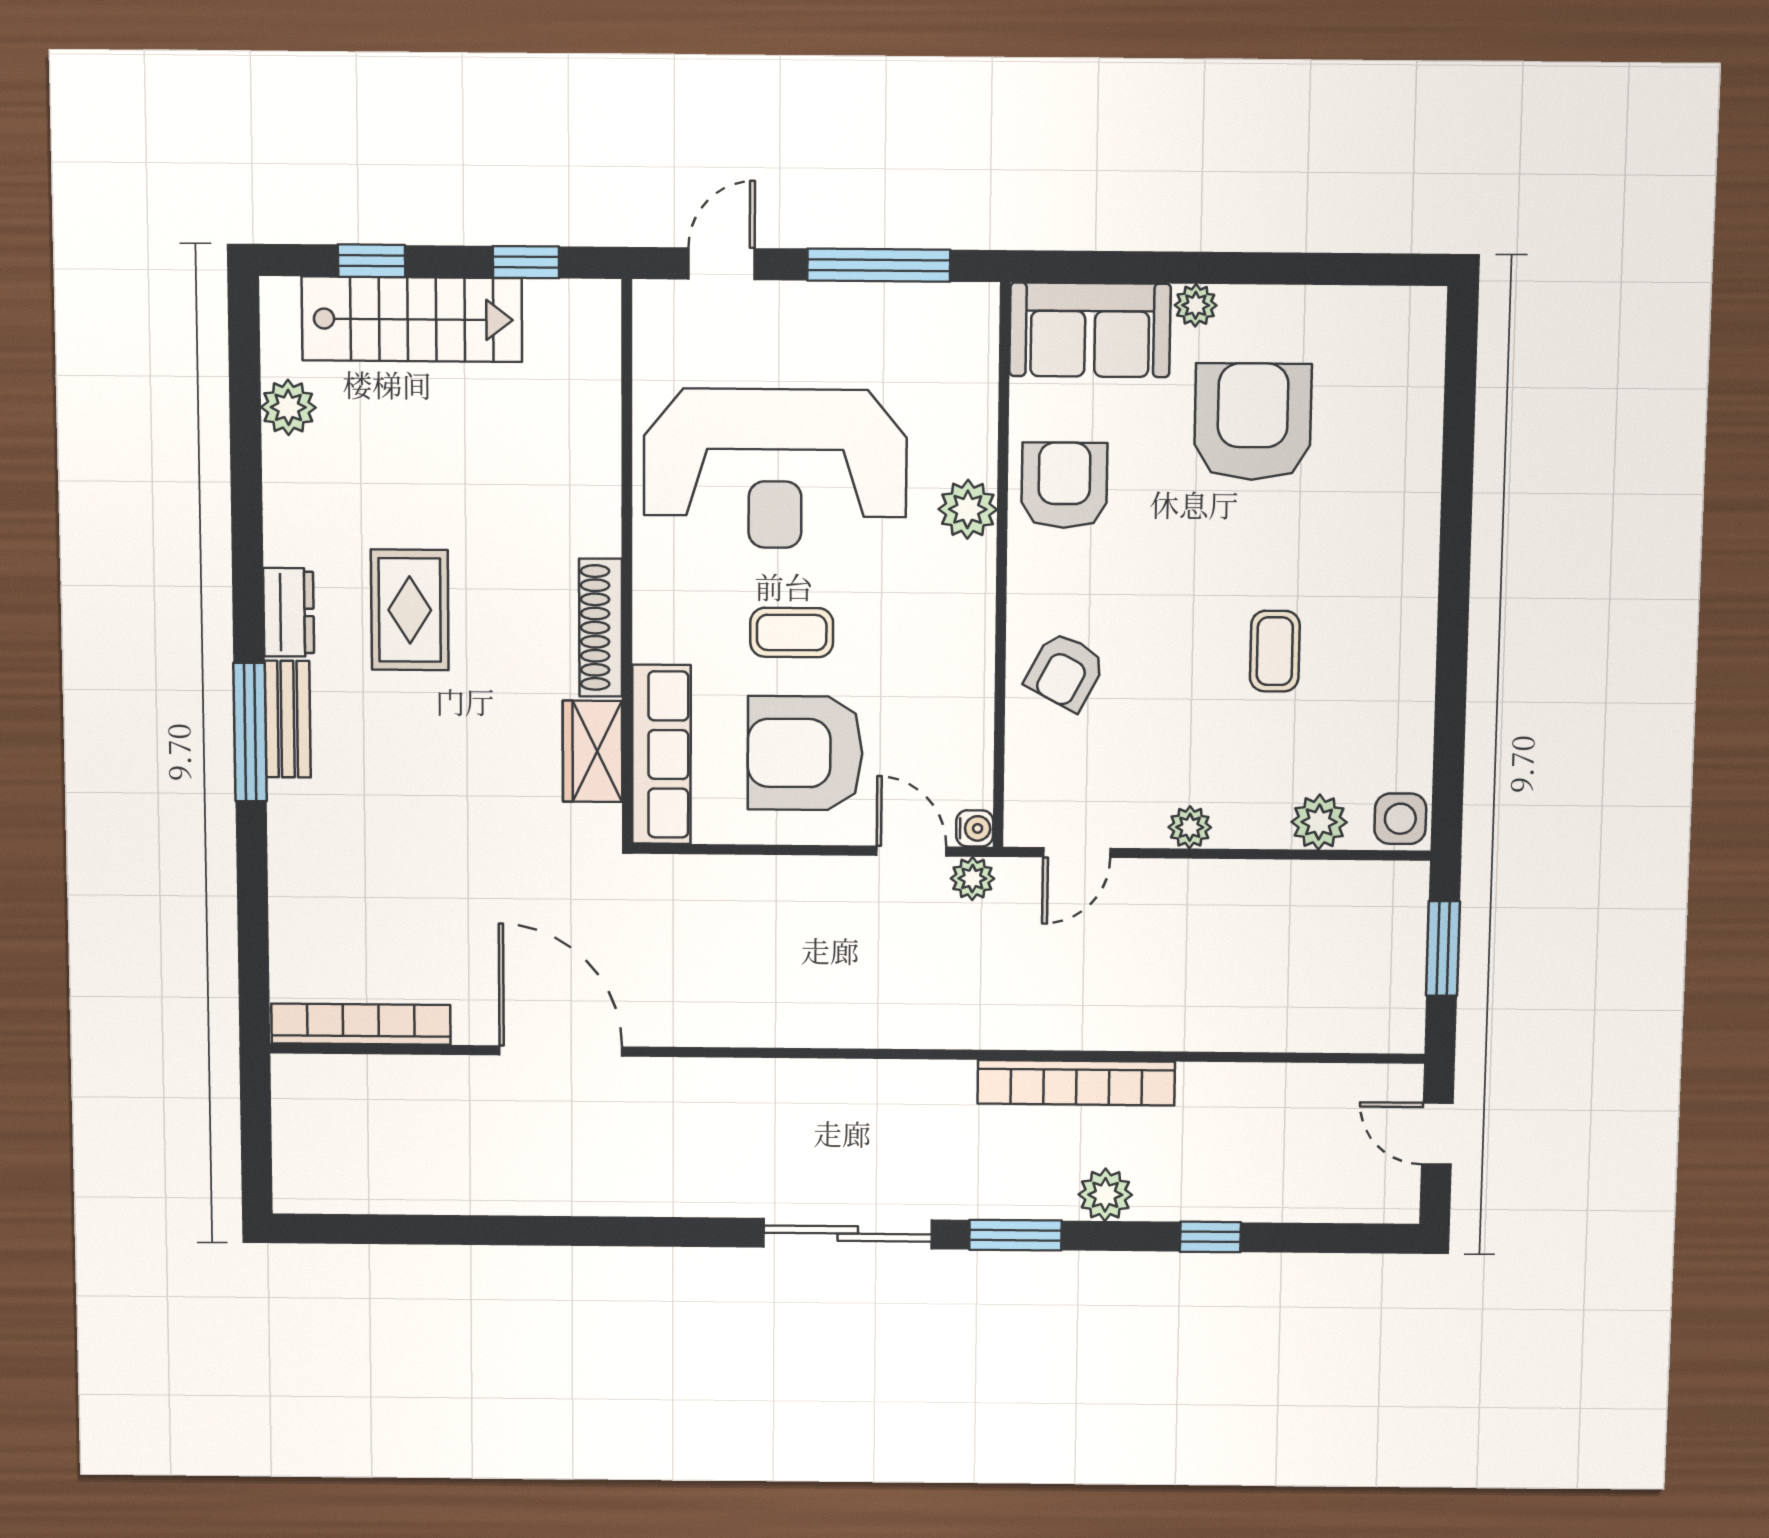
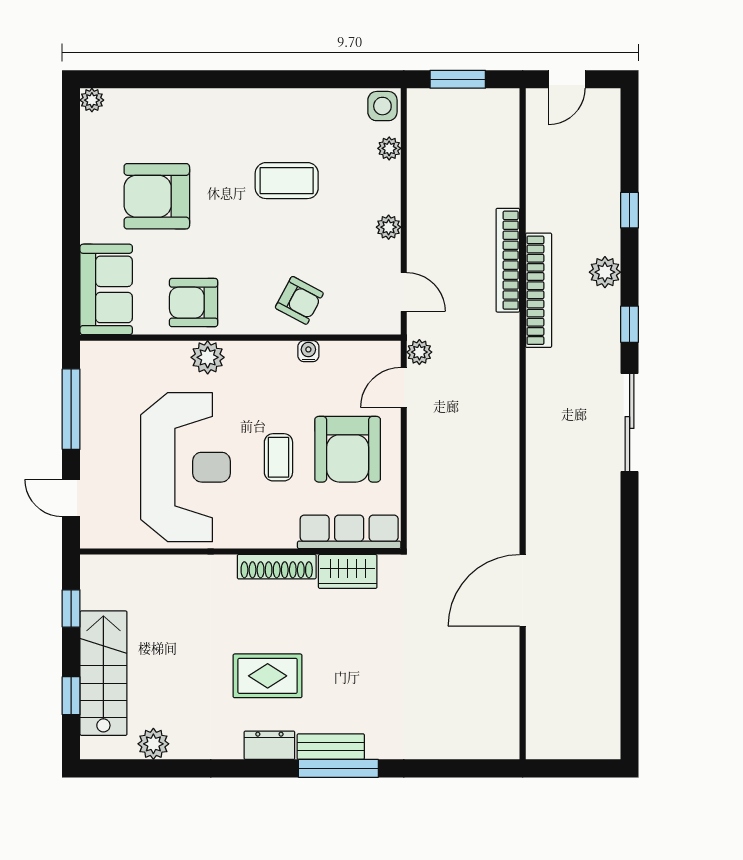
plant: (1196, 305) -> (92, 100), moved
coffee table: (1275, 651) -> (287, 181), width x1.36, depth x1.30
plant: (1319, 822) -> (389, 148), width x0.73, depth x0.73
water cooler: (975, 828) -> (308, 351), moved
bookcase: (361, 1024) -> (508, 260), moved
window: (1015, 1235) -> (630, 324), width x0.67

